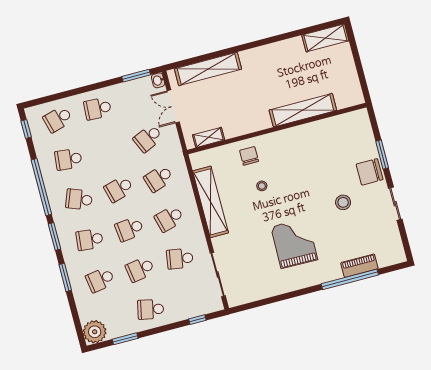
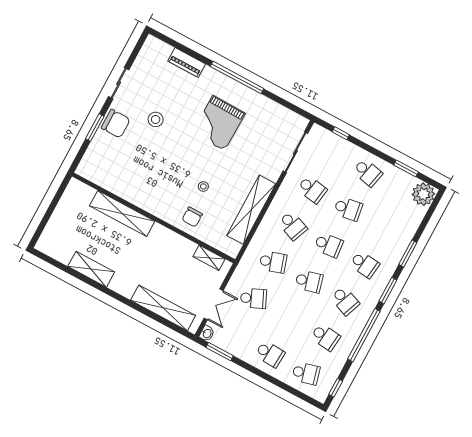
shelving: (325, 38) -> (91, 269), moved
school desk: (169, 218) -> (293, 226), turned 36
window: (350, 279) -> (237, 77), moved
school desk: (100, 280) -> (384, 228), removed

